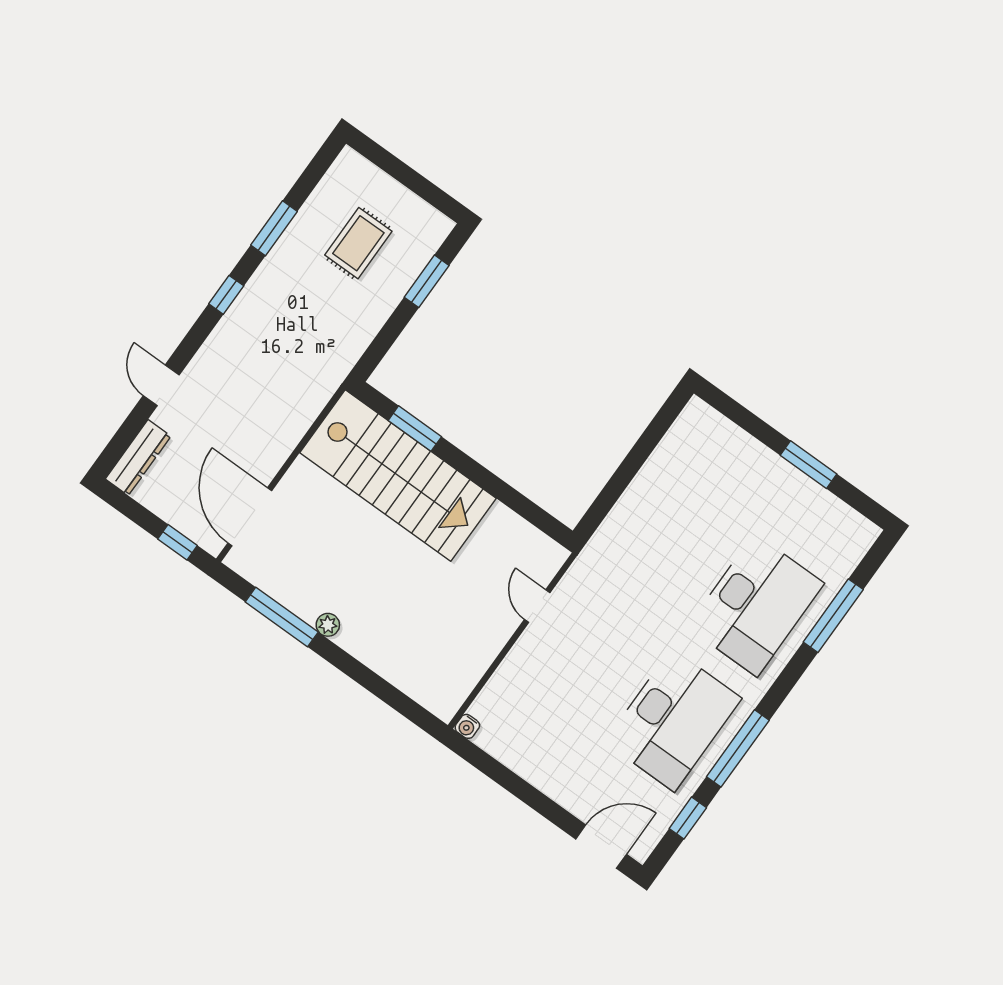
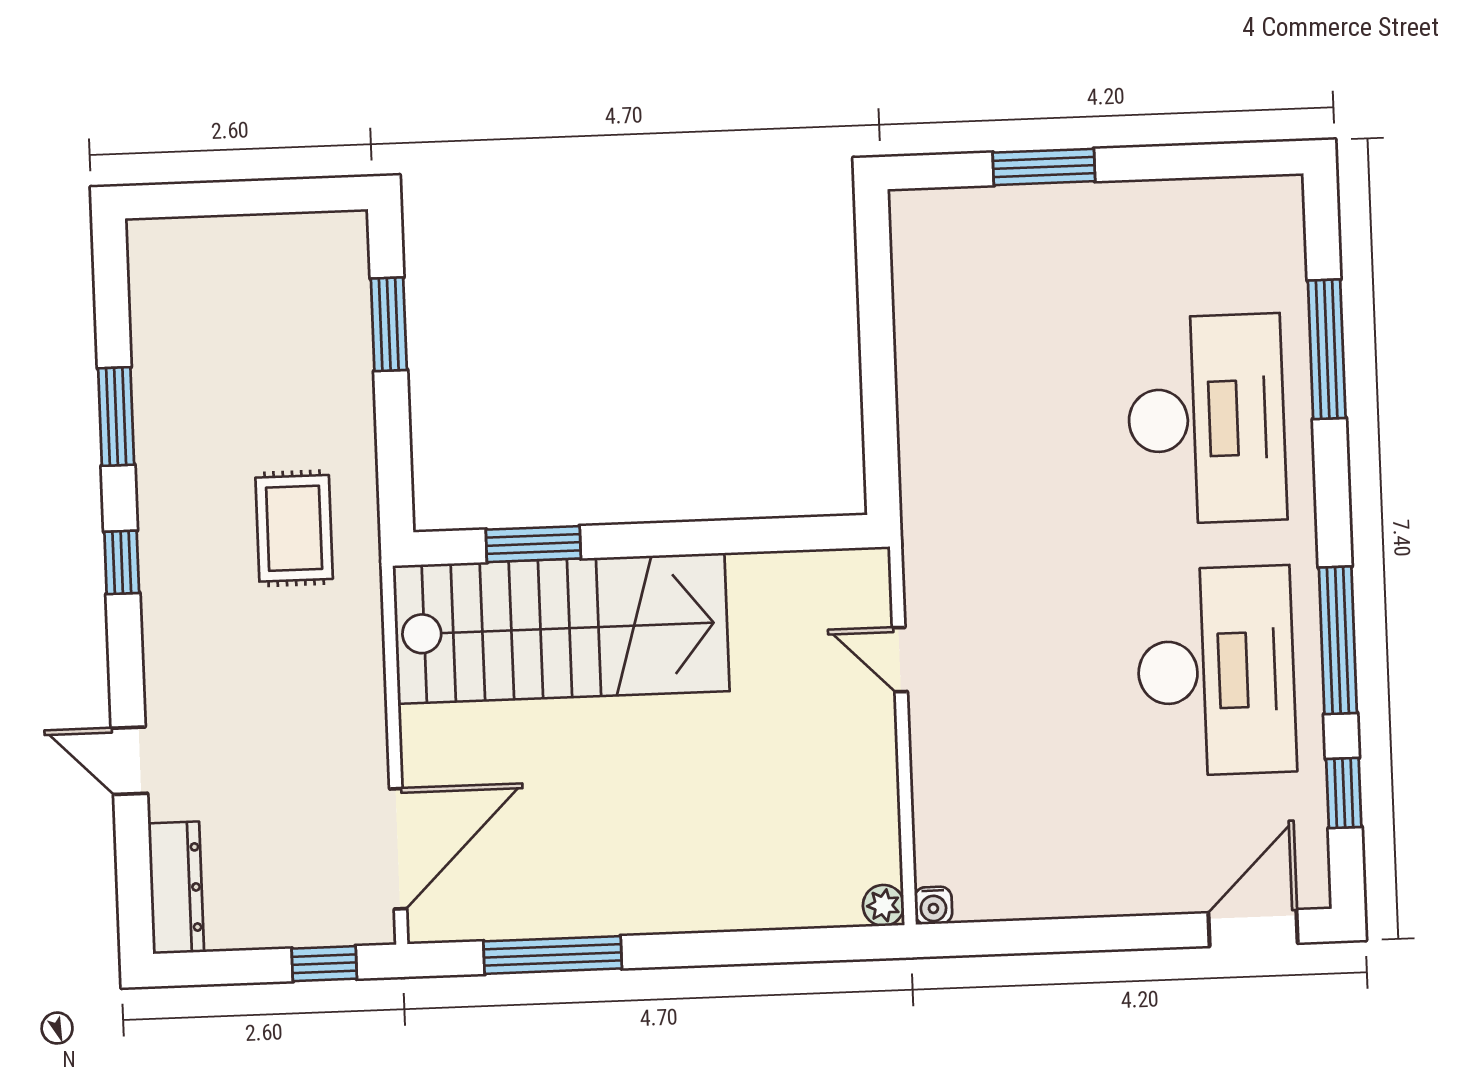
rug: (358, 243) -> (294, 528), moved
window: (809, 465) -> (1044, 167), moved
door: (250, 517) -> (398, 849), swing flipped
plant: (328, 625) -> (883, 905), moved

